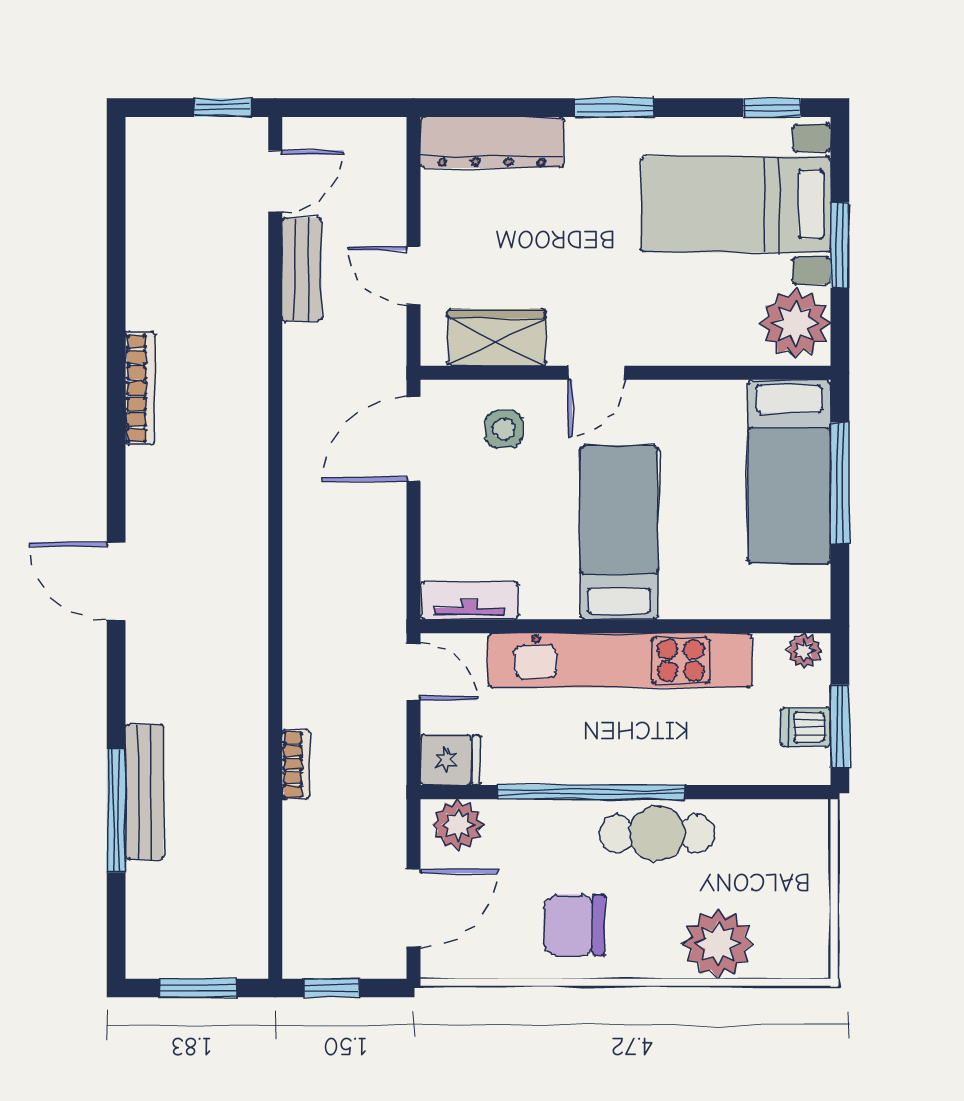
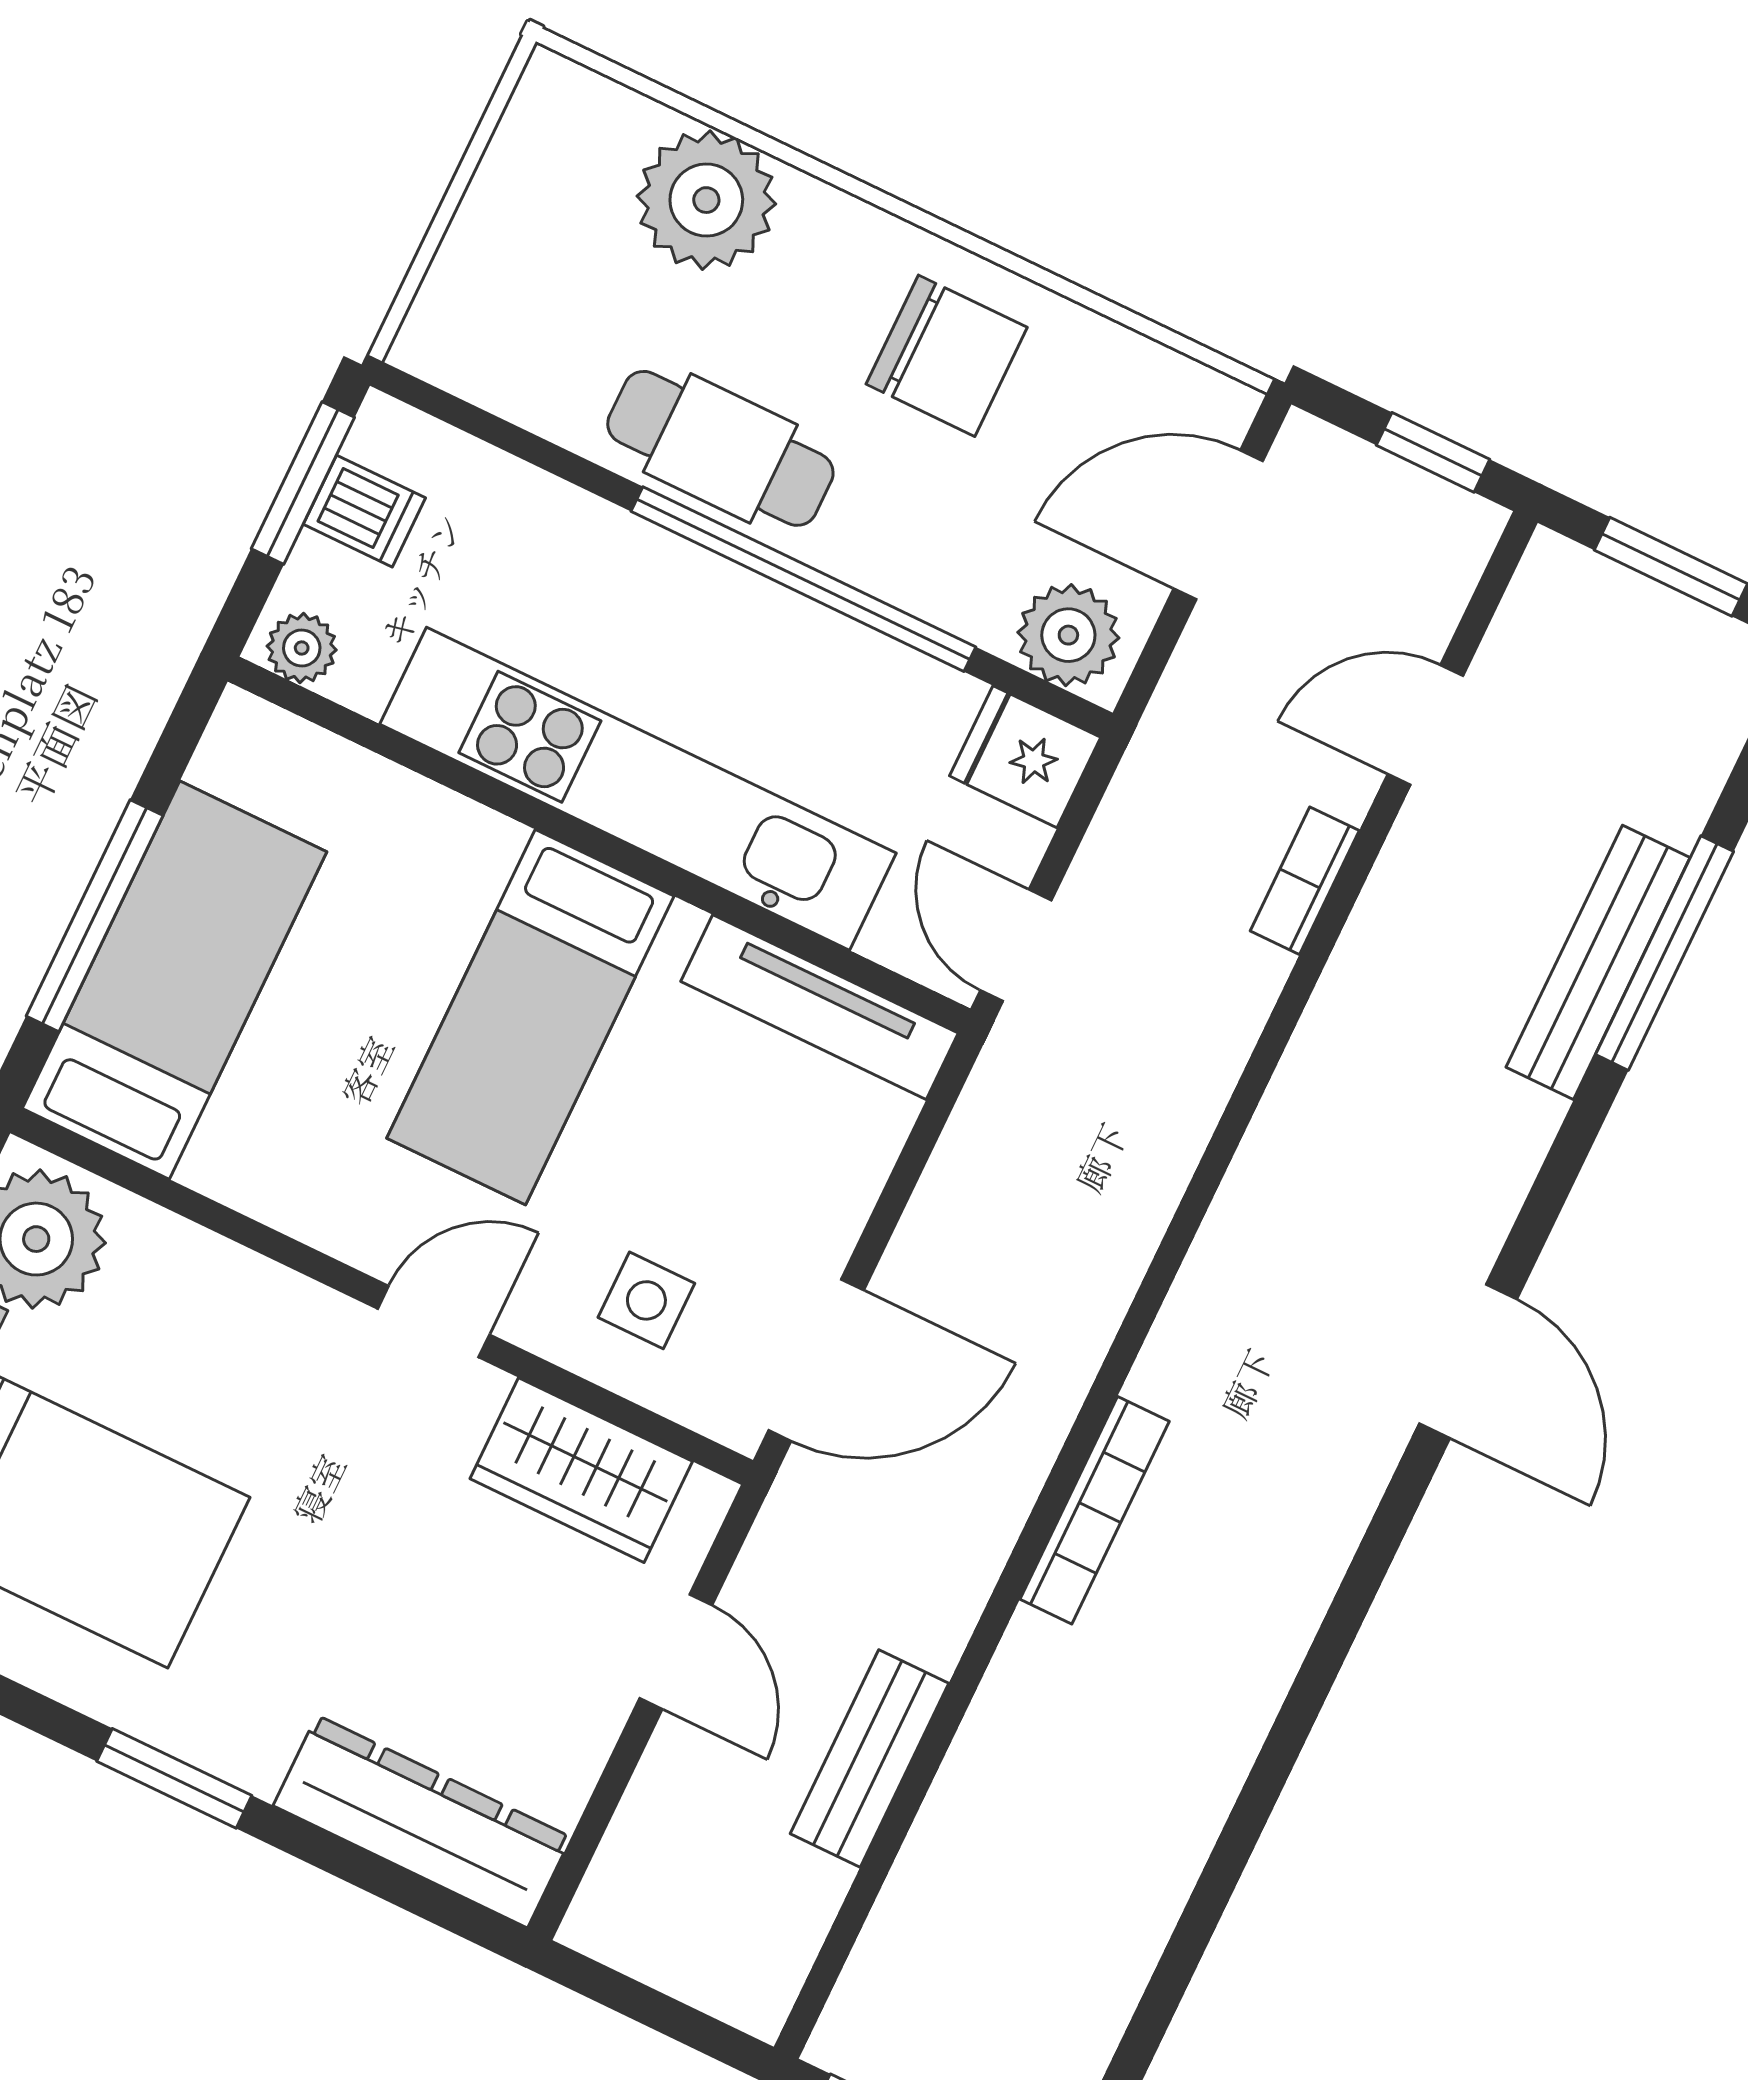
door: (275, 181) -> (1425, 725), moved
bookcase: (140, 388) -> (1095, 1510), moved, turned 180
tv unit: (469, 601) -> (820, 1007), width x1.41

